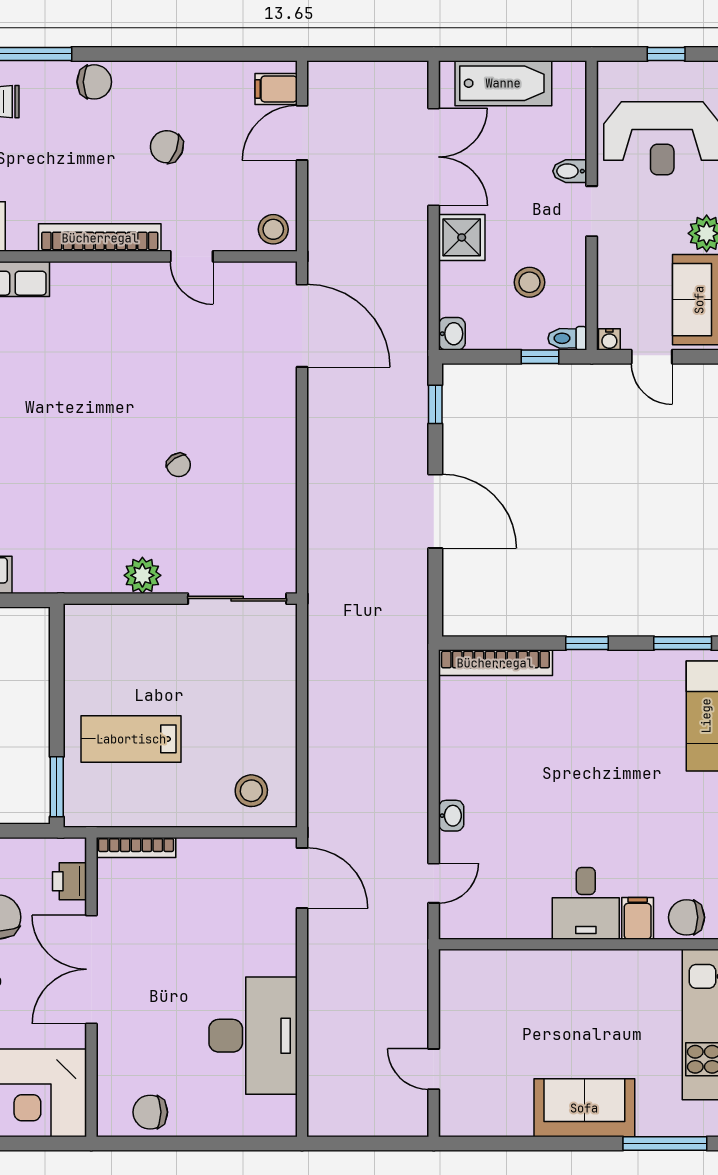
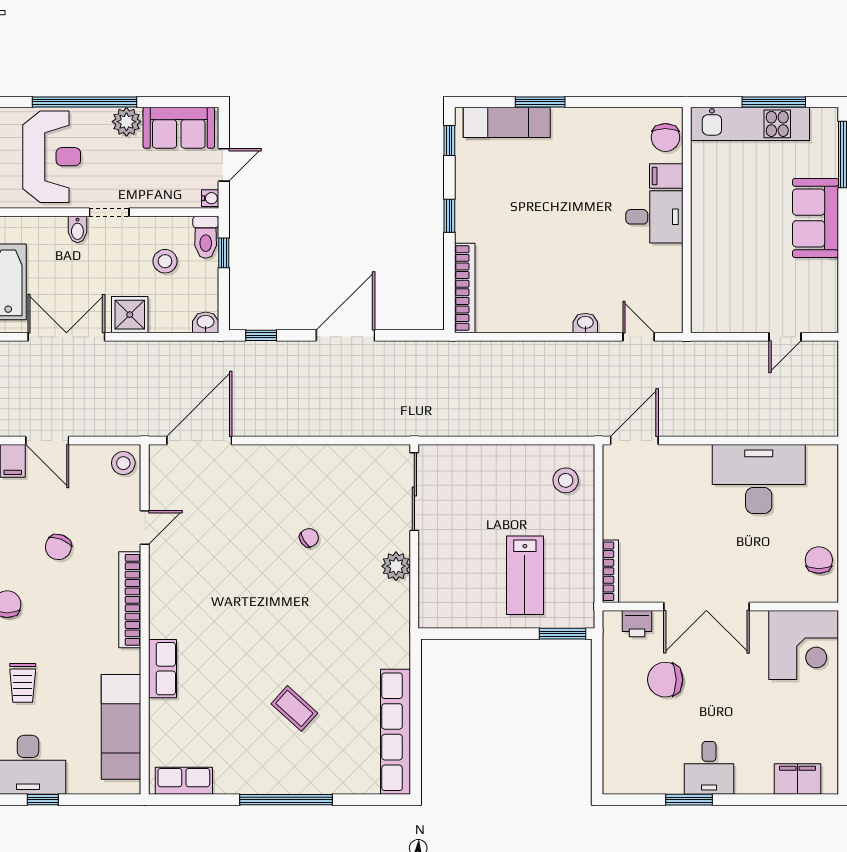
toilet: (567, 338) -> (206, 237), width x1.37, depth x1.39
window: (683, 643) -> (449, 140), width x0.67
chair: (150, 1112) -> (819, 560), turned 180

